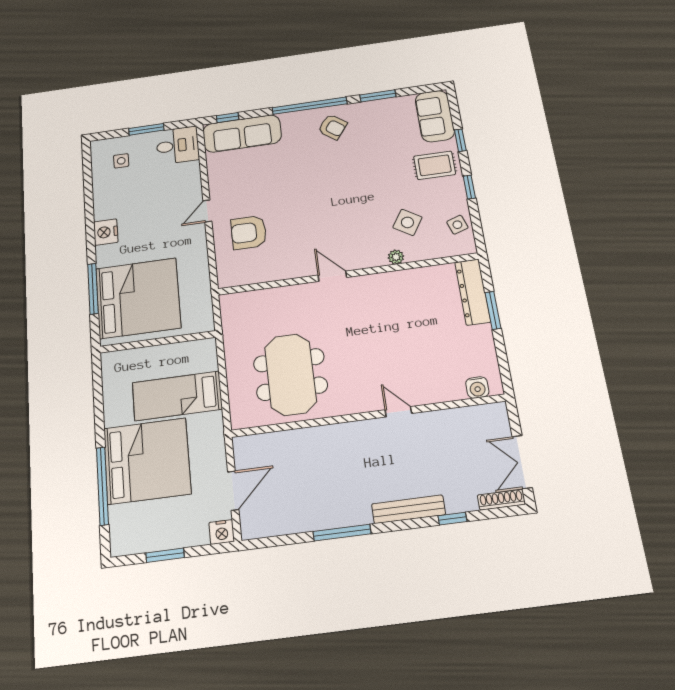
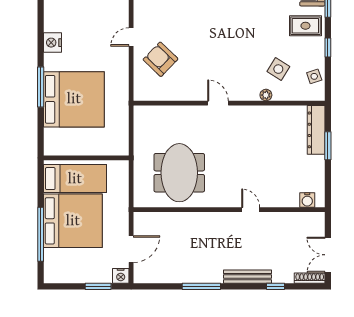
armchair: (249, 232) -> (161, 59), turned 44
wall: (158, 342) -> (86, 158), moved
bed: (177, 396) -> (75, 179), moved, turned 180
window: (165, 555) -> (98, 286), moved

